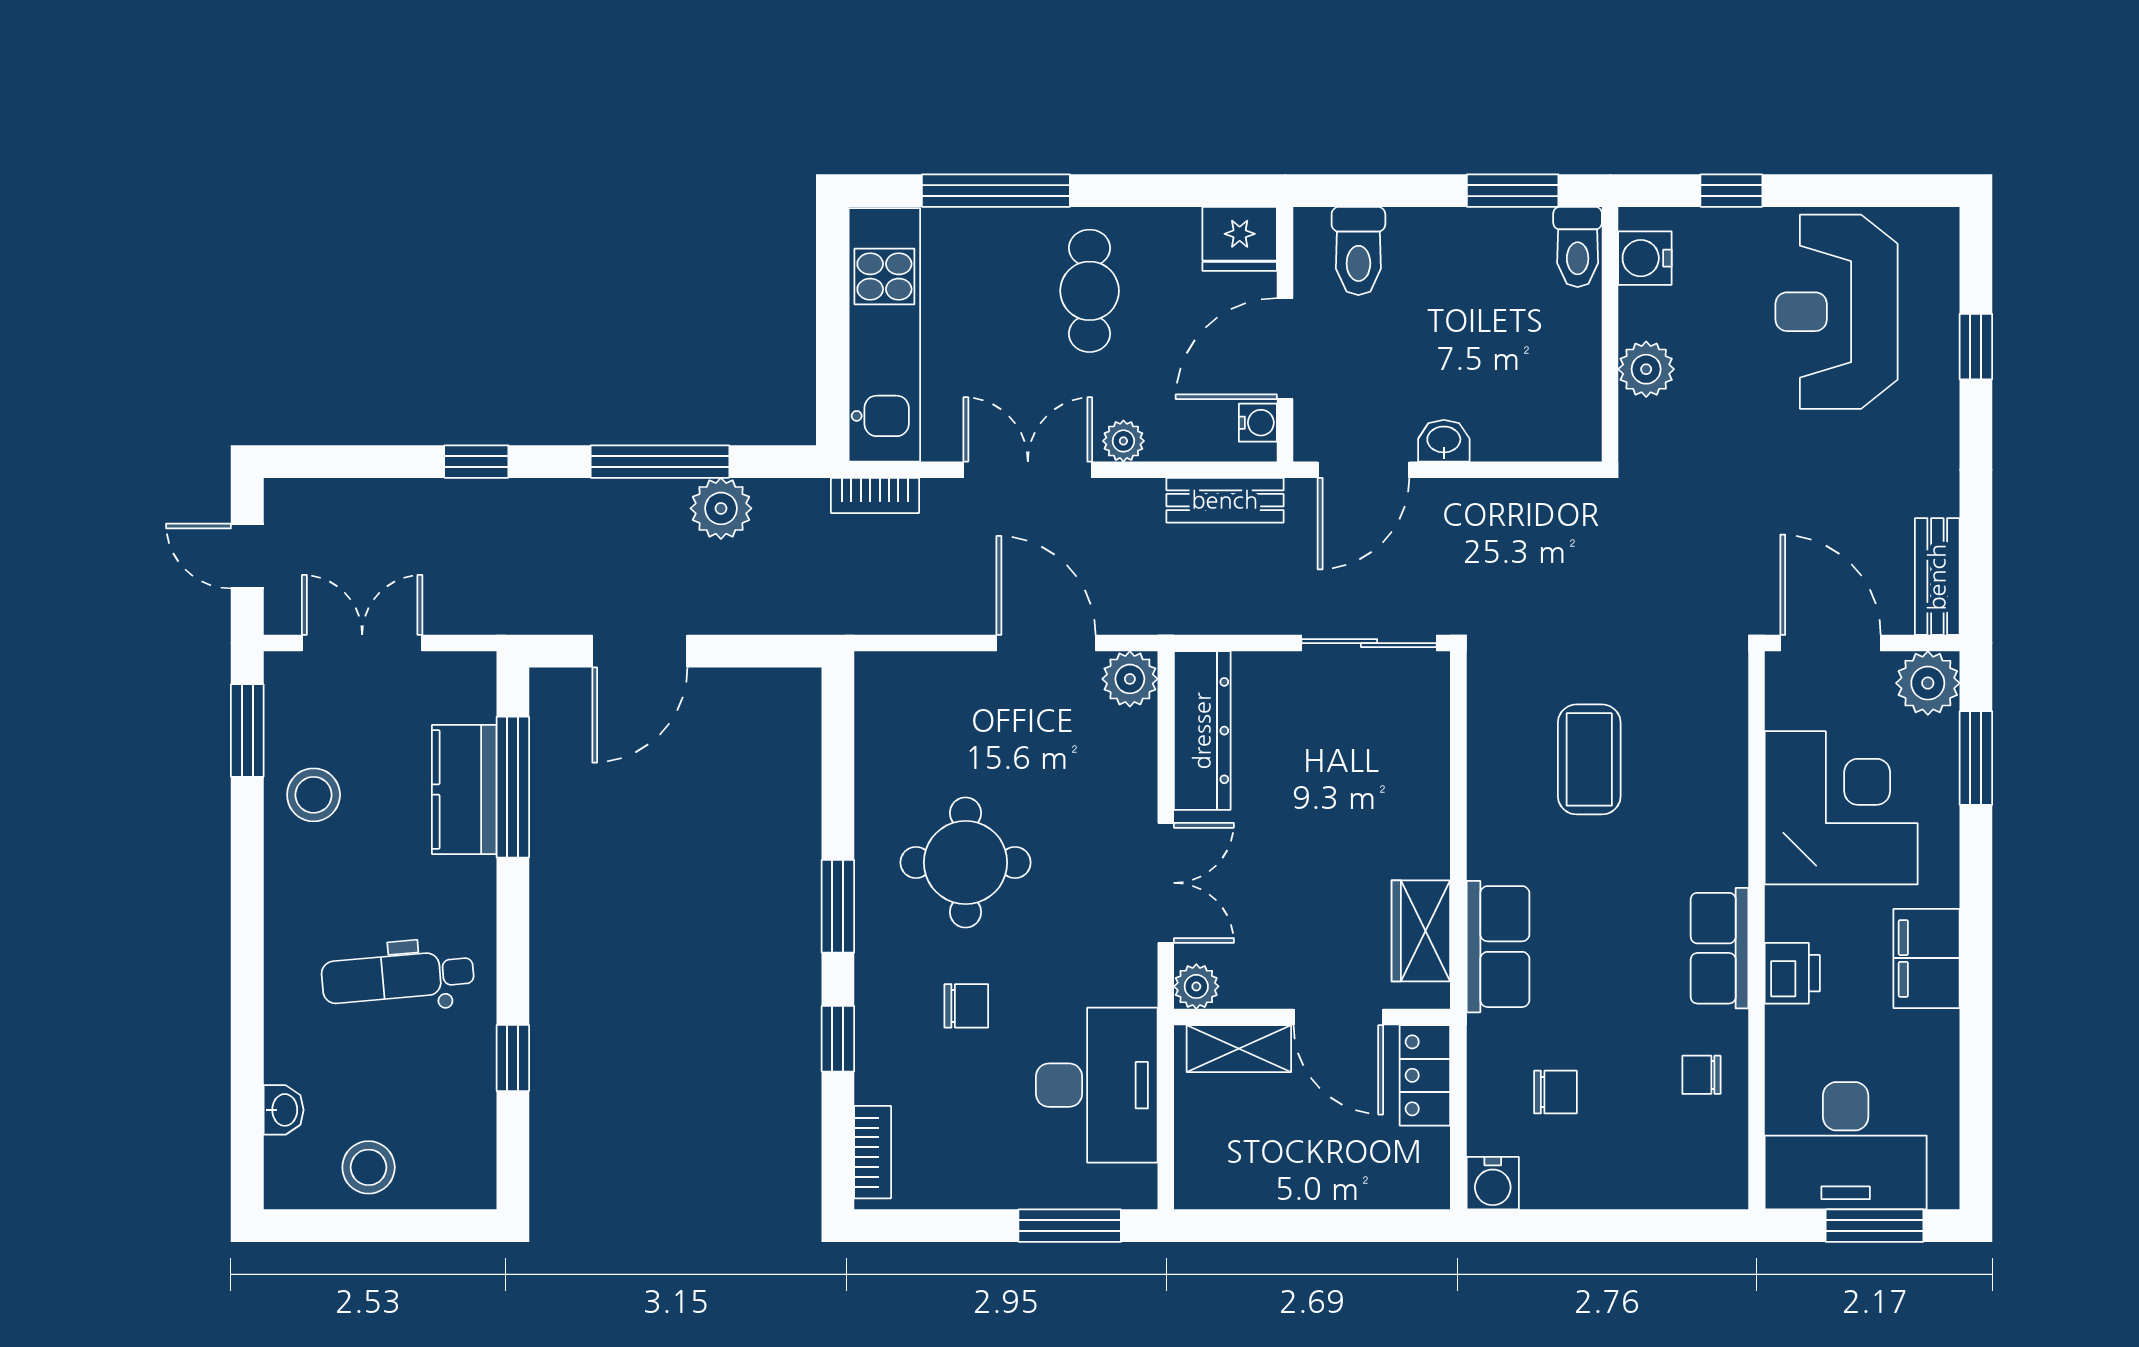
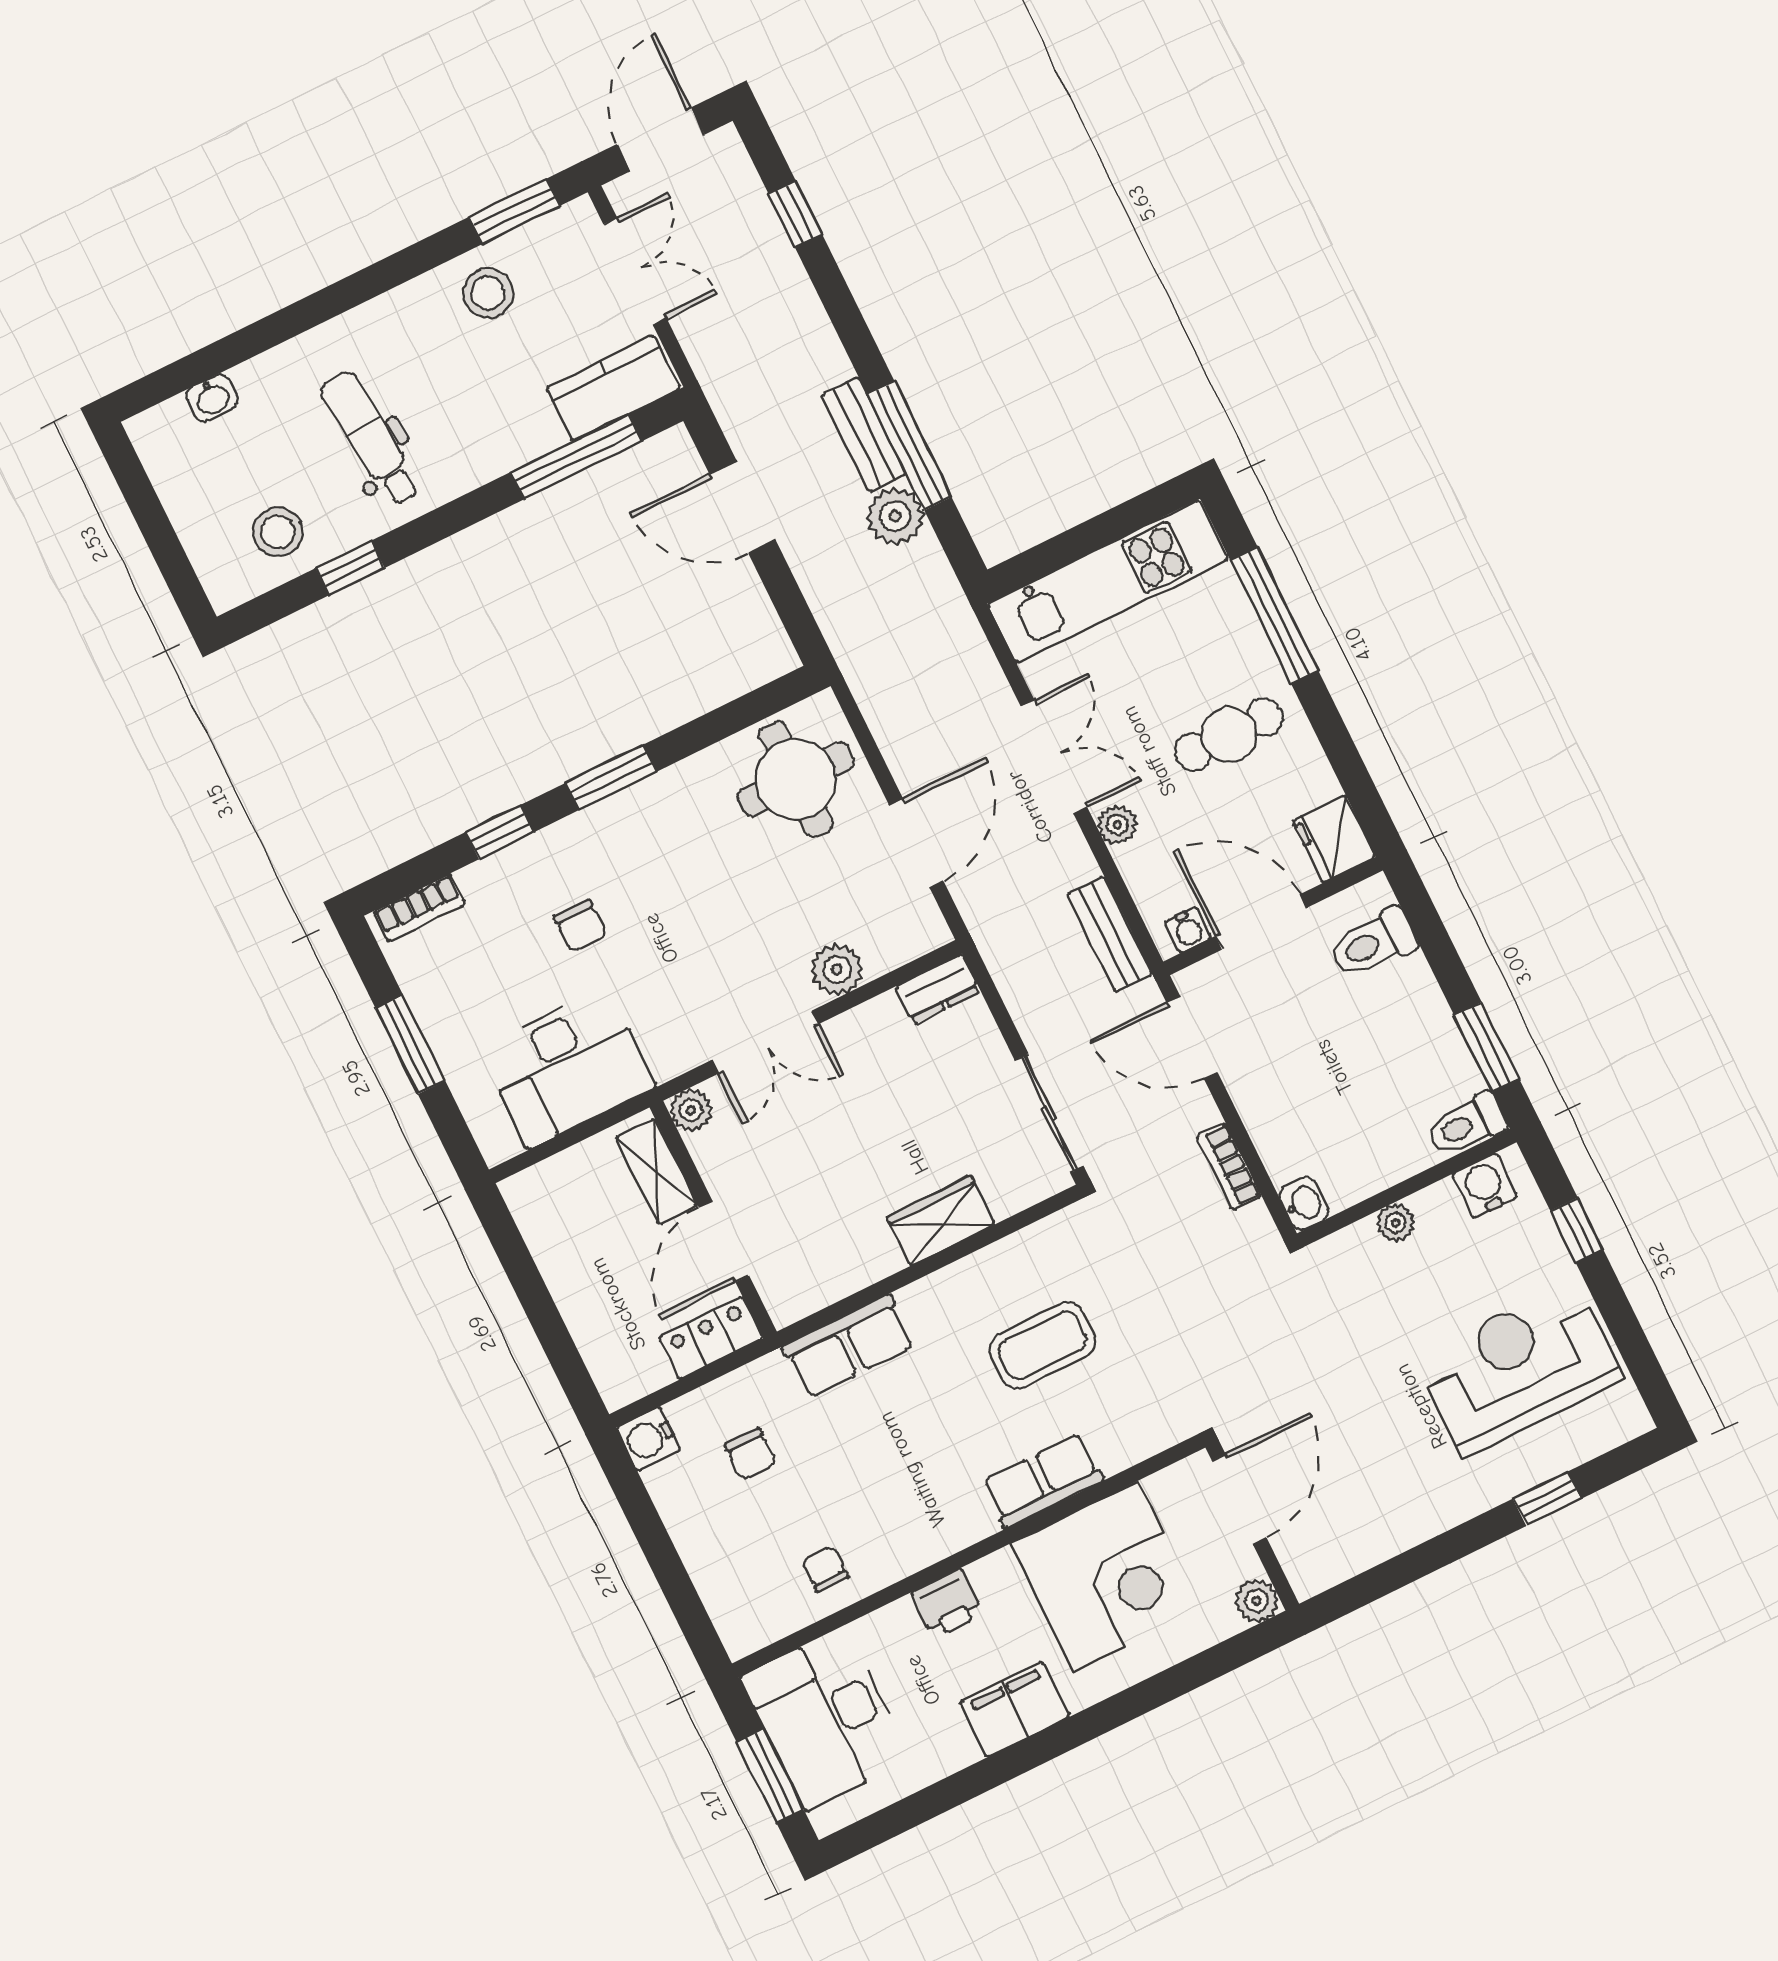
plant: (1646, 369) -> (1396, 1223), width x0.73, depth x0.73
washbasin: (1444, 441) -> (1304, 1203), moved
window: (476, 462) -> (795, 214), moved
bookcase: (875, 495) -> (1229, 1167), moved
door: (247, 556) -> (661, 139), width x1.38
bench: (1937, 577) -> (864, 434), moved, turned 90
plant: (1130, 679) -> (837, 969), moved
plant: (1928, 683) -> (1257, 1601), width x0.73, depth x0.73
dresser: (1202, 731) -> (938, 989), width x0.51, depth x0.80
window: (1976, 758) -> (1203, 1668), removed
kitchen counter: (464, 790) -> (613, 388), moved
round table: (966, 863) -> (796, 779), moved
wardrobe: (1421, 931) -> (941, 1221), moved
row of seats: (1719, 948) -> (1043, 1481), moved
stool: (369, 1167) -> (278, 532), moved
window: (1070, 1226) -> (410, 1045), moved

